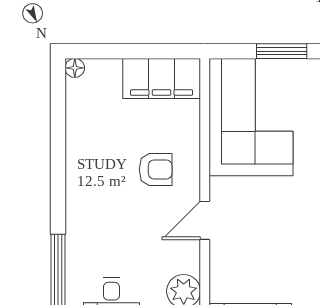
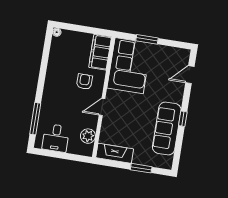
filing cabinet: (162, 78) -> (100, 52), moved, turned 90
armchair: (156, 169) -> (84, 82), turned -90

